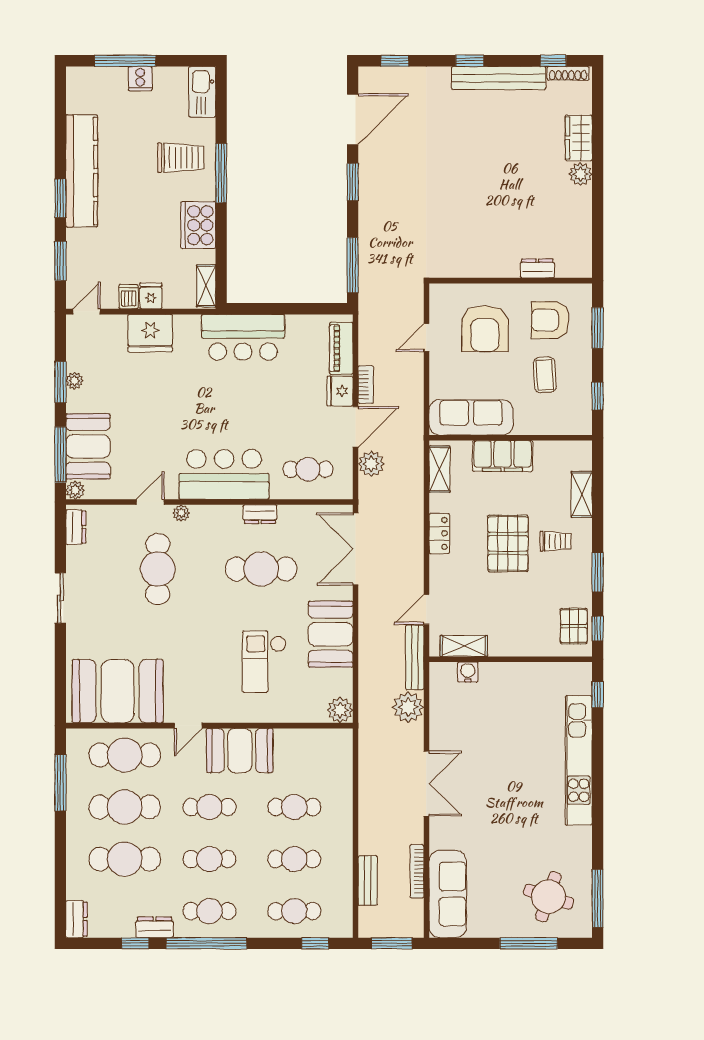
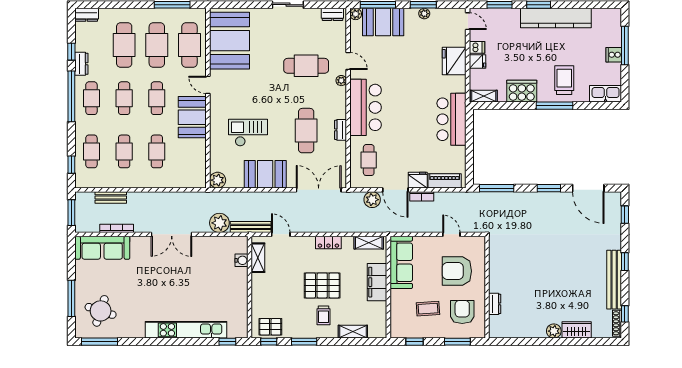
trolley: (181, 158) -> (564, 80), turned 180

